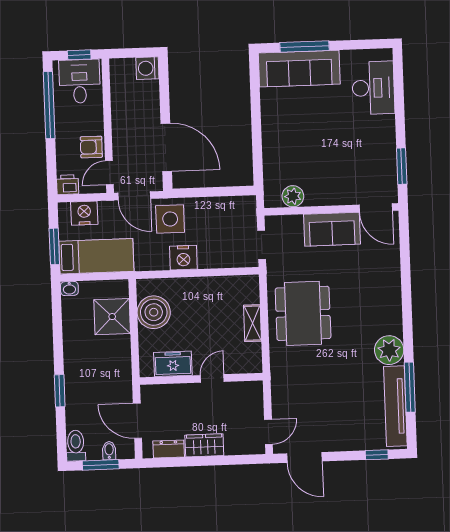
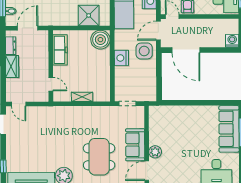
door: (166, 147) -> (186, 50), hinge flipped
plant: (293, 196) -> (155, 152), moved
boiler: (154, 312) -> (100, 40), moved
dining table: (303, 313) -> (99, 157), moved, turned 90
freezer: (173, 364) -> (60, 50), width x1.40
door: (212, 378) -> (51, 84), moved

